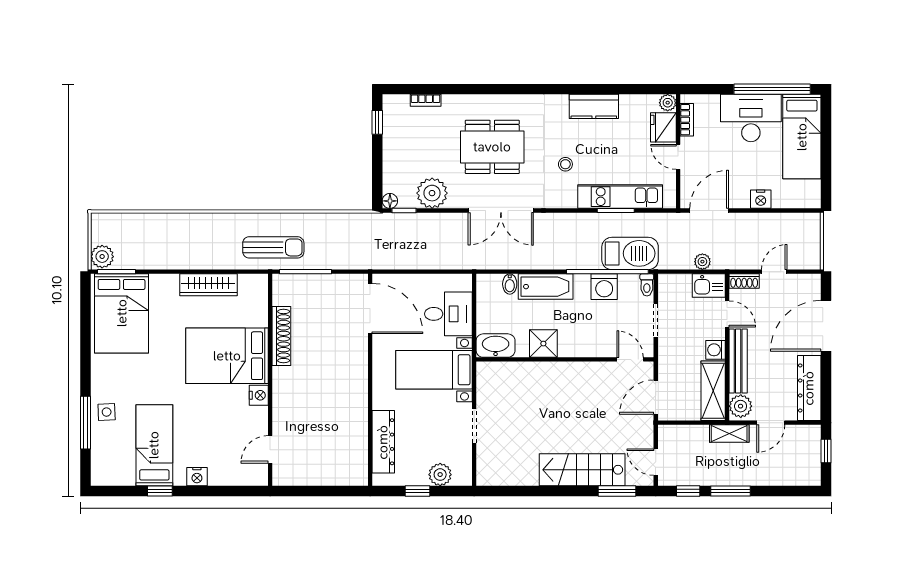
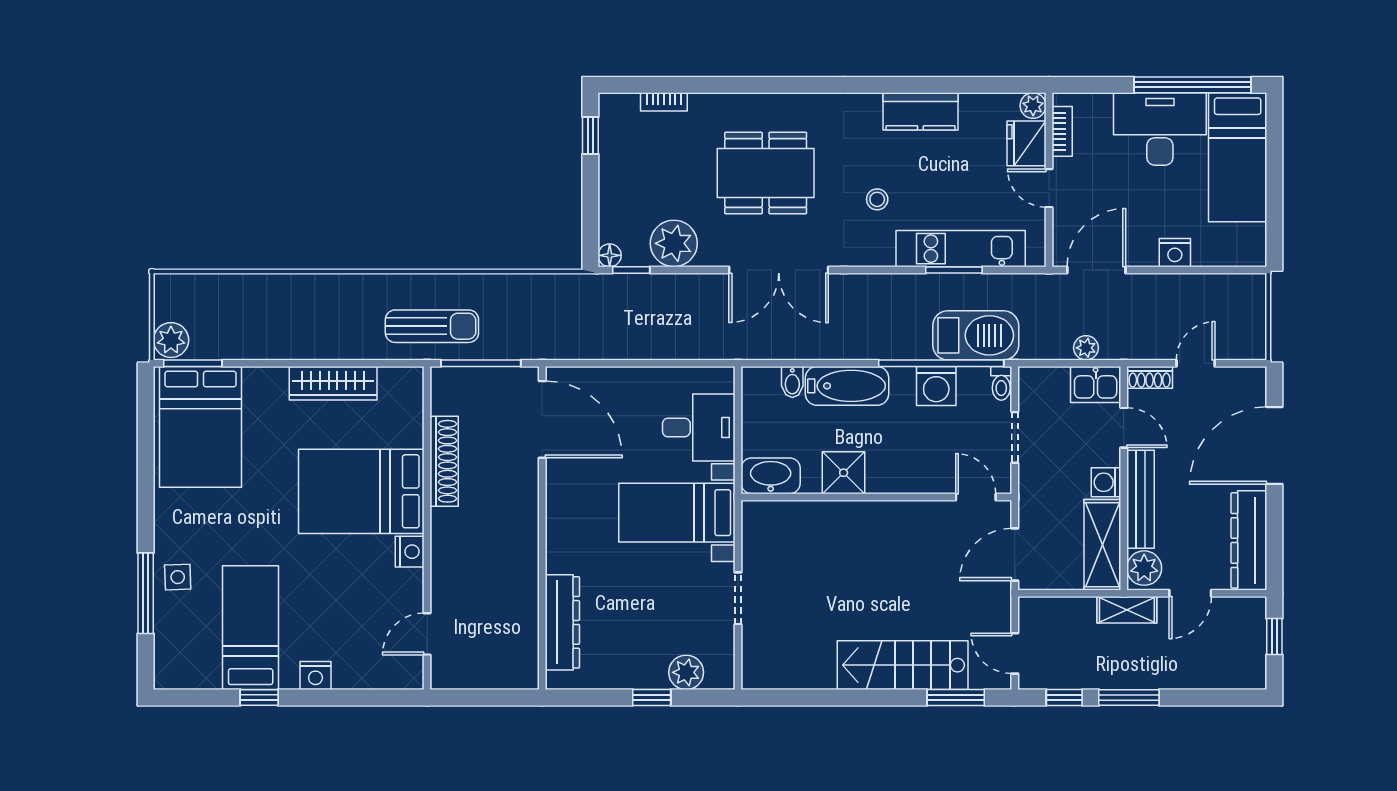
door: (370, 308) -> (542, 419), moved
wall: (370, 380) -> (542, 528), moved
dresser: (383, 442) -> (562, 622), moved

